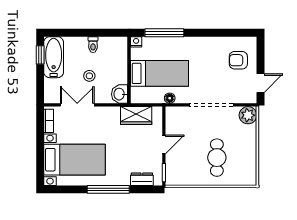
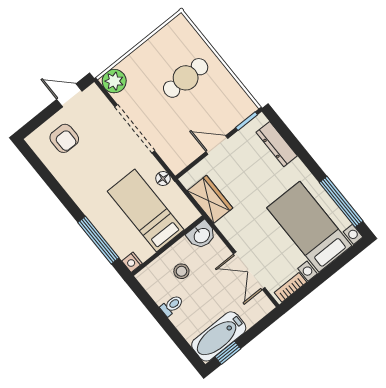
stool: (89, 76) -> (181, 271), moved
dresser: (142, 179) -> (277, 144), width x1.44
window: (108, 189) -> (341, 202), moved

